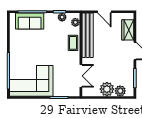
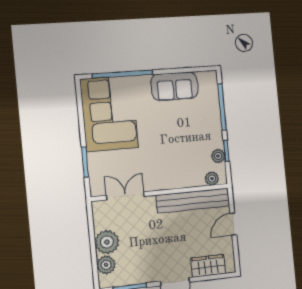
sofa: (30, 21) -> (175, 86), moved, turned -90
coffee table: (73, 43) -> (178, 178), removed
double door: (81, 76) -> (125, 196), swing flipped

